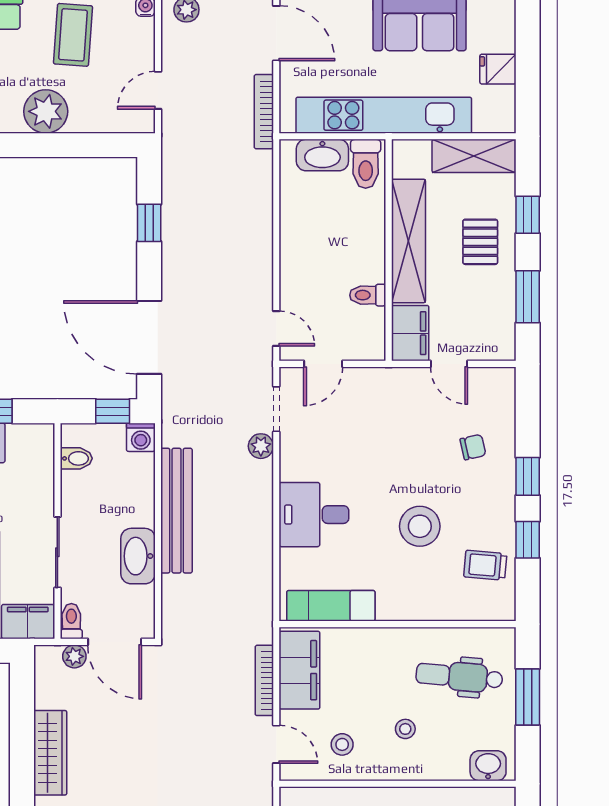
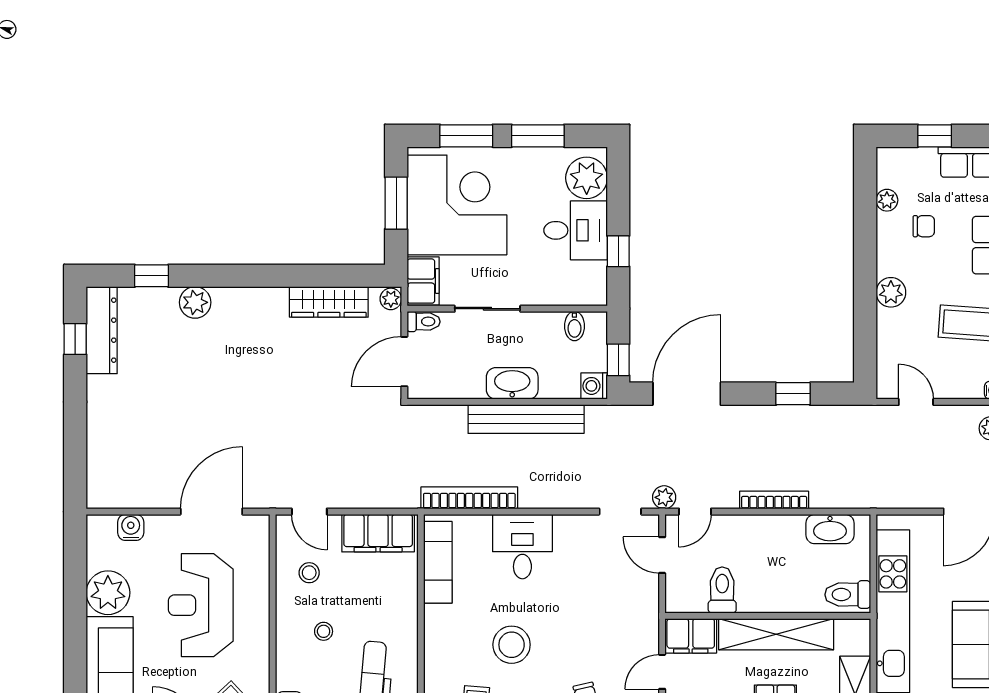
plant: (46, 111) -> (891, 292), width x0.73, depth x0.73
bookcase: (264, 112) -> (774, 500), moved
washbasin: (322, 155) -> (830, 529), moved, turned -90
toilet: (368, 295) -> (722, 590), width x1.37, depth x1.39
plant: (261, 446) -> (664, 497), moved
washbasin: (138, 556) -> (512, 383), moved
plant: (74, 656) -> (391, 299), moved
bookcase: (264, 680) -> (469, 498), moved, width x1.48, depth x1.31
door: (276, 744) -> (309, 512), hinge flipped
wardrobe: (50, 753) -> (329, 302), moved

